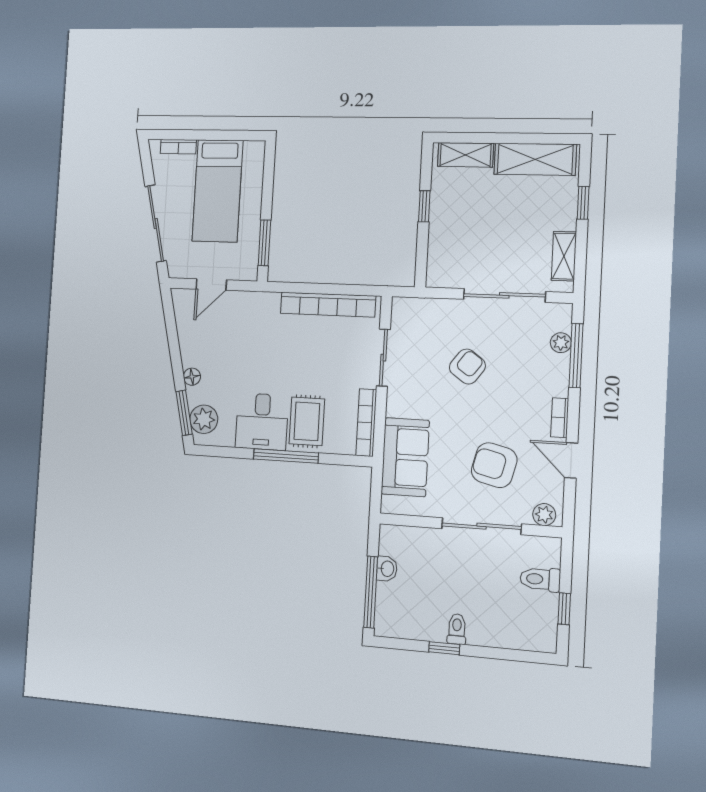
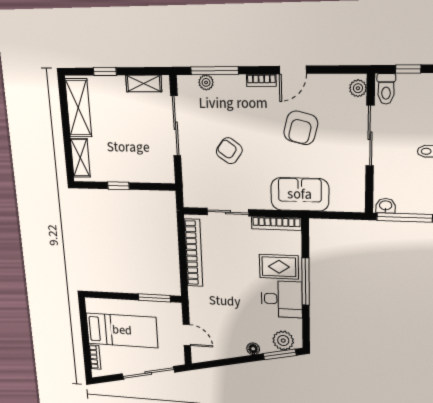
plant: (544, 515) -> (358, 88), moved
wall: (470, 525) -> (370, 145), moved
sliding door: (481, 526) -> (370, 136), moved

